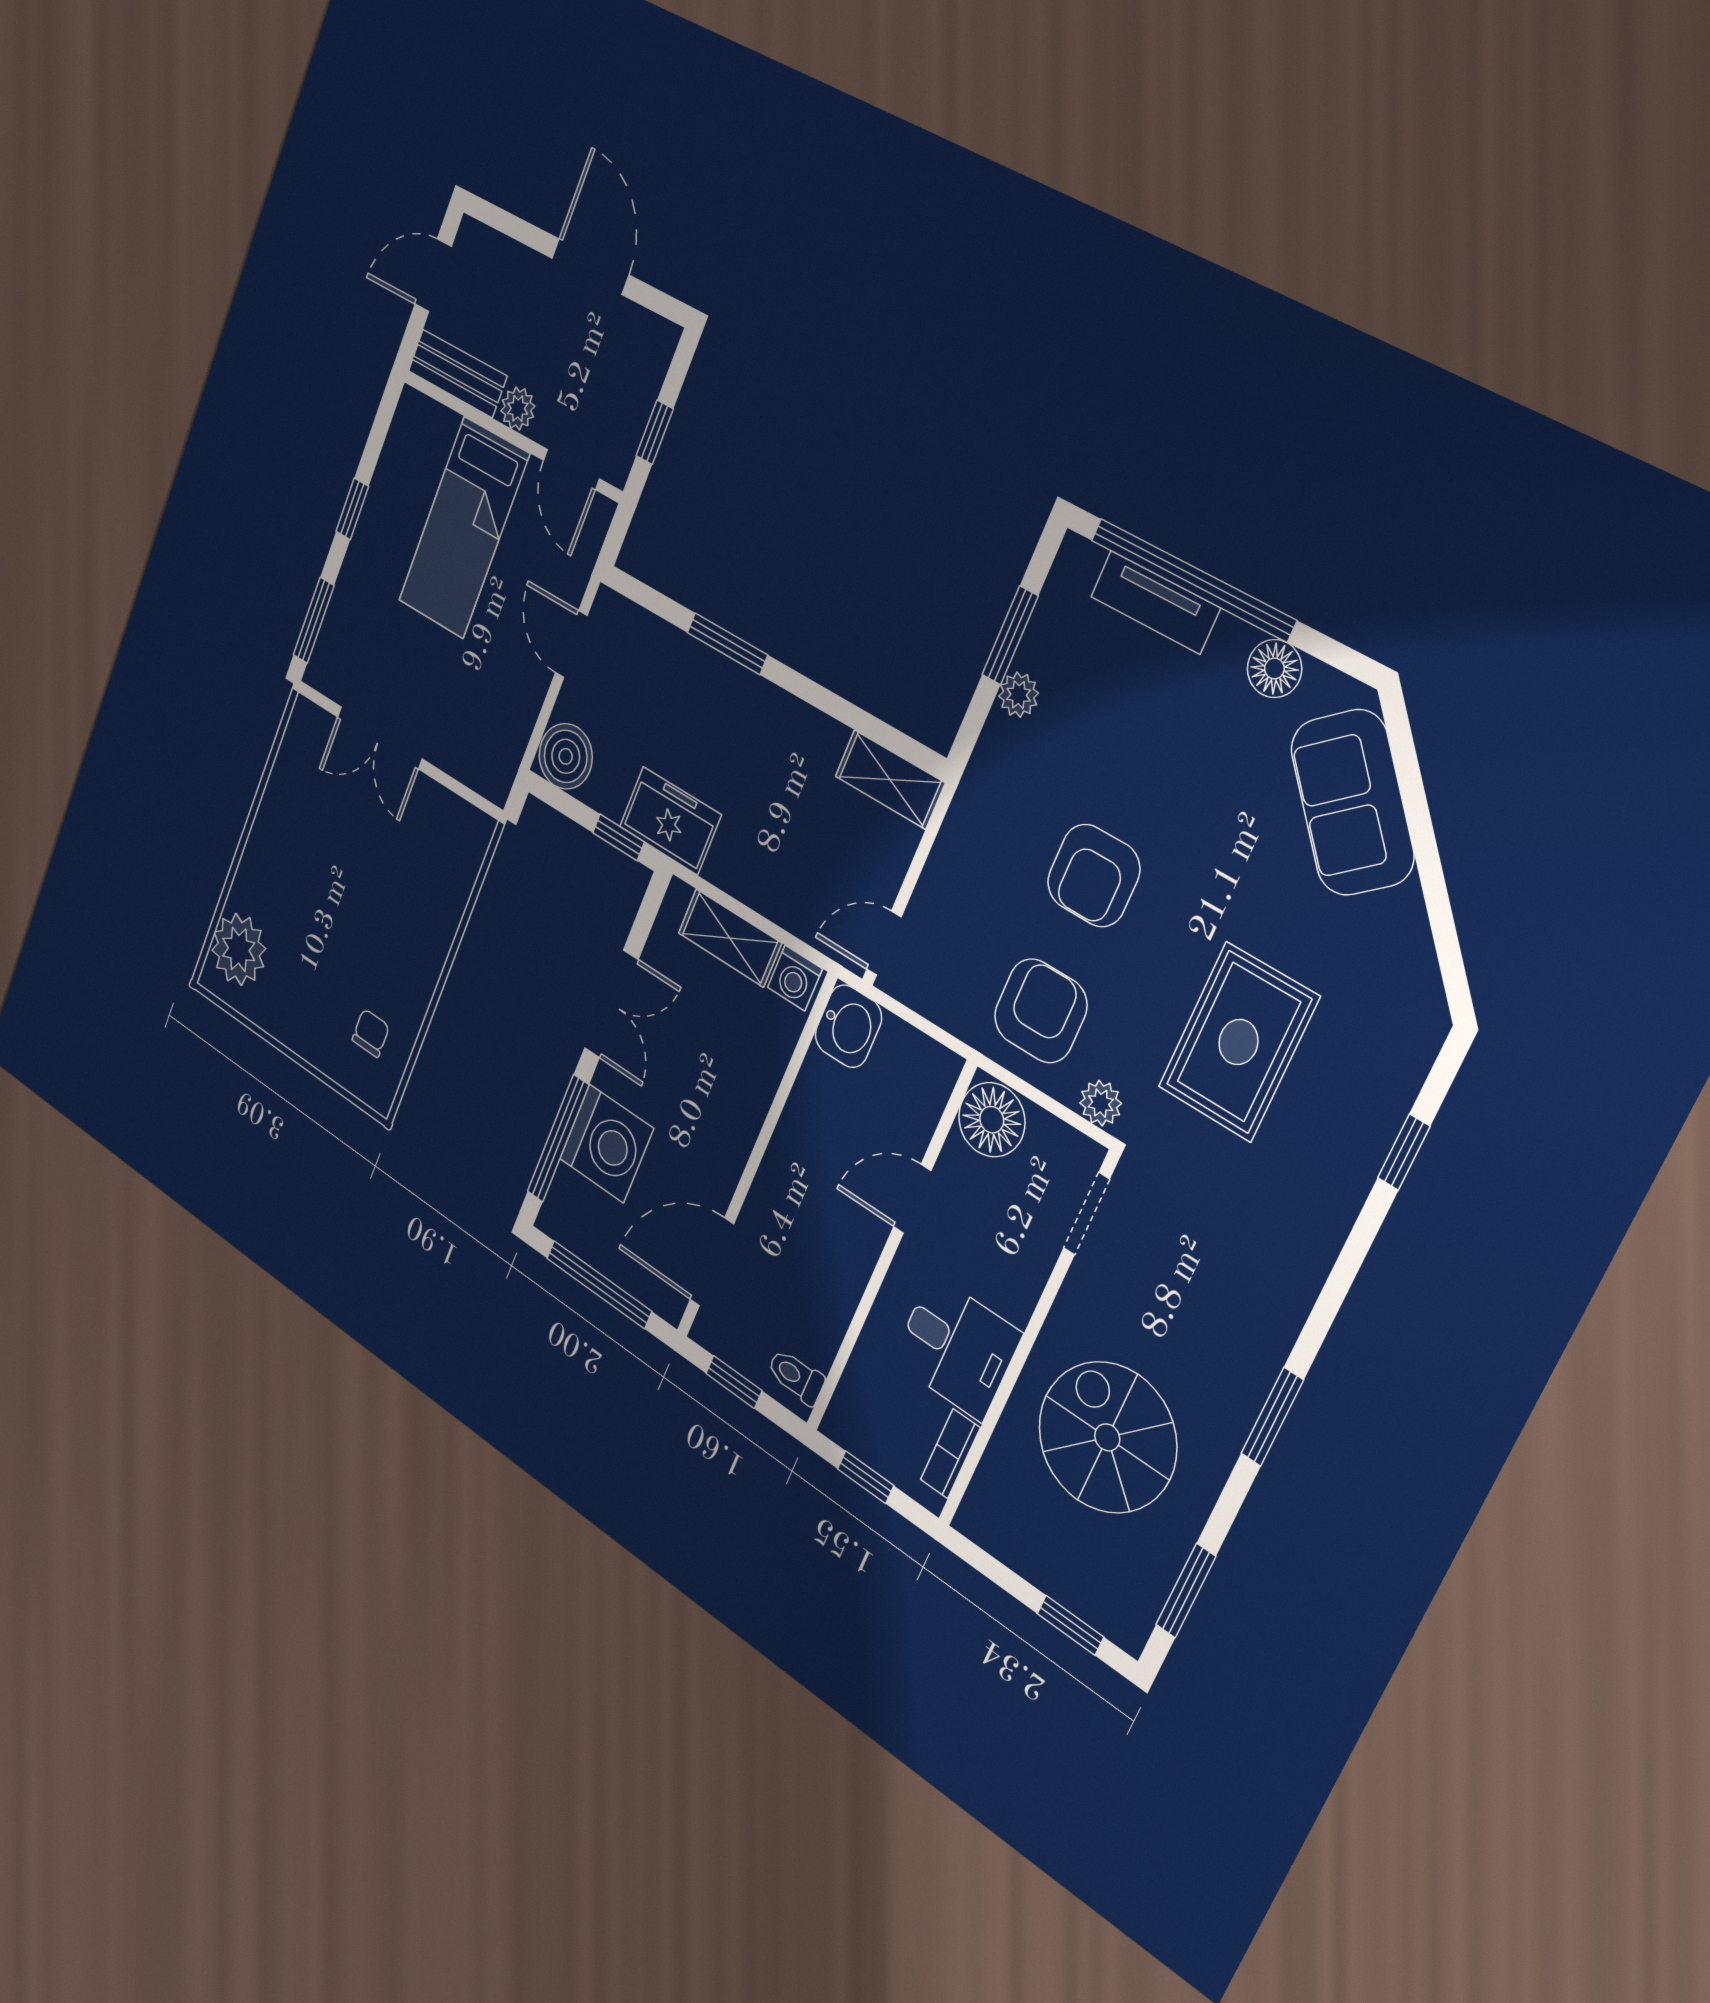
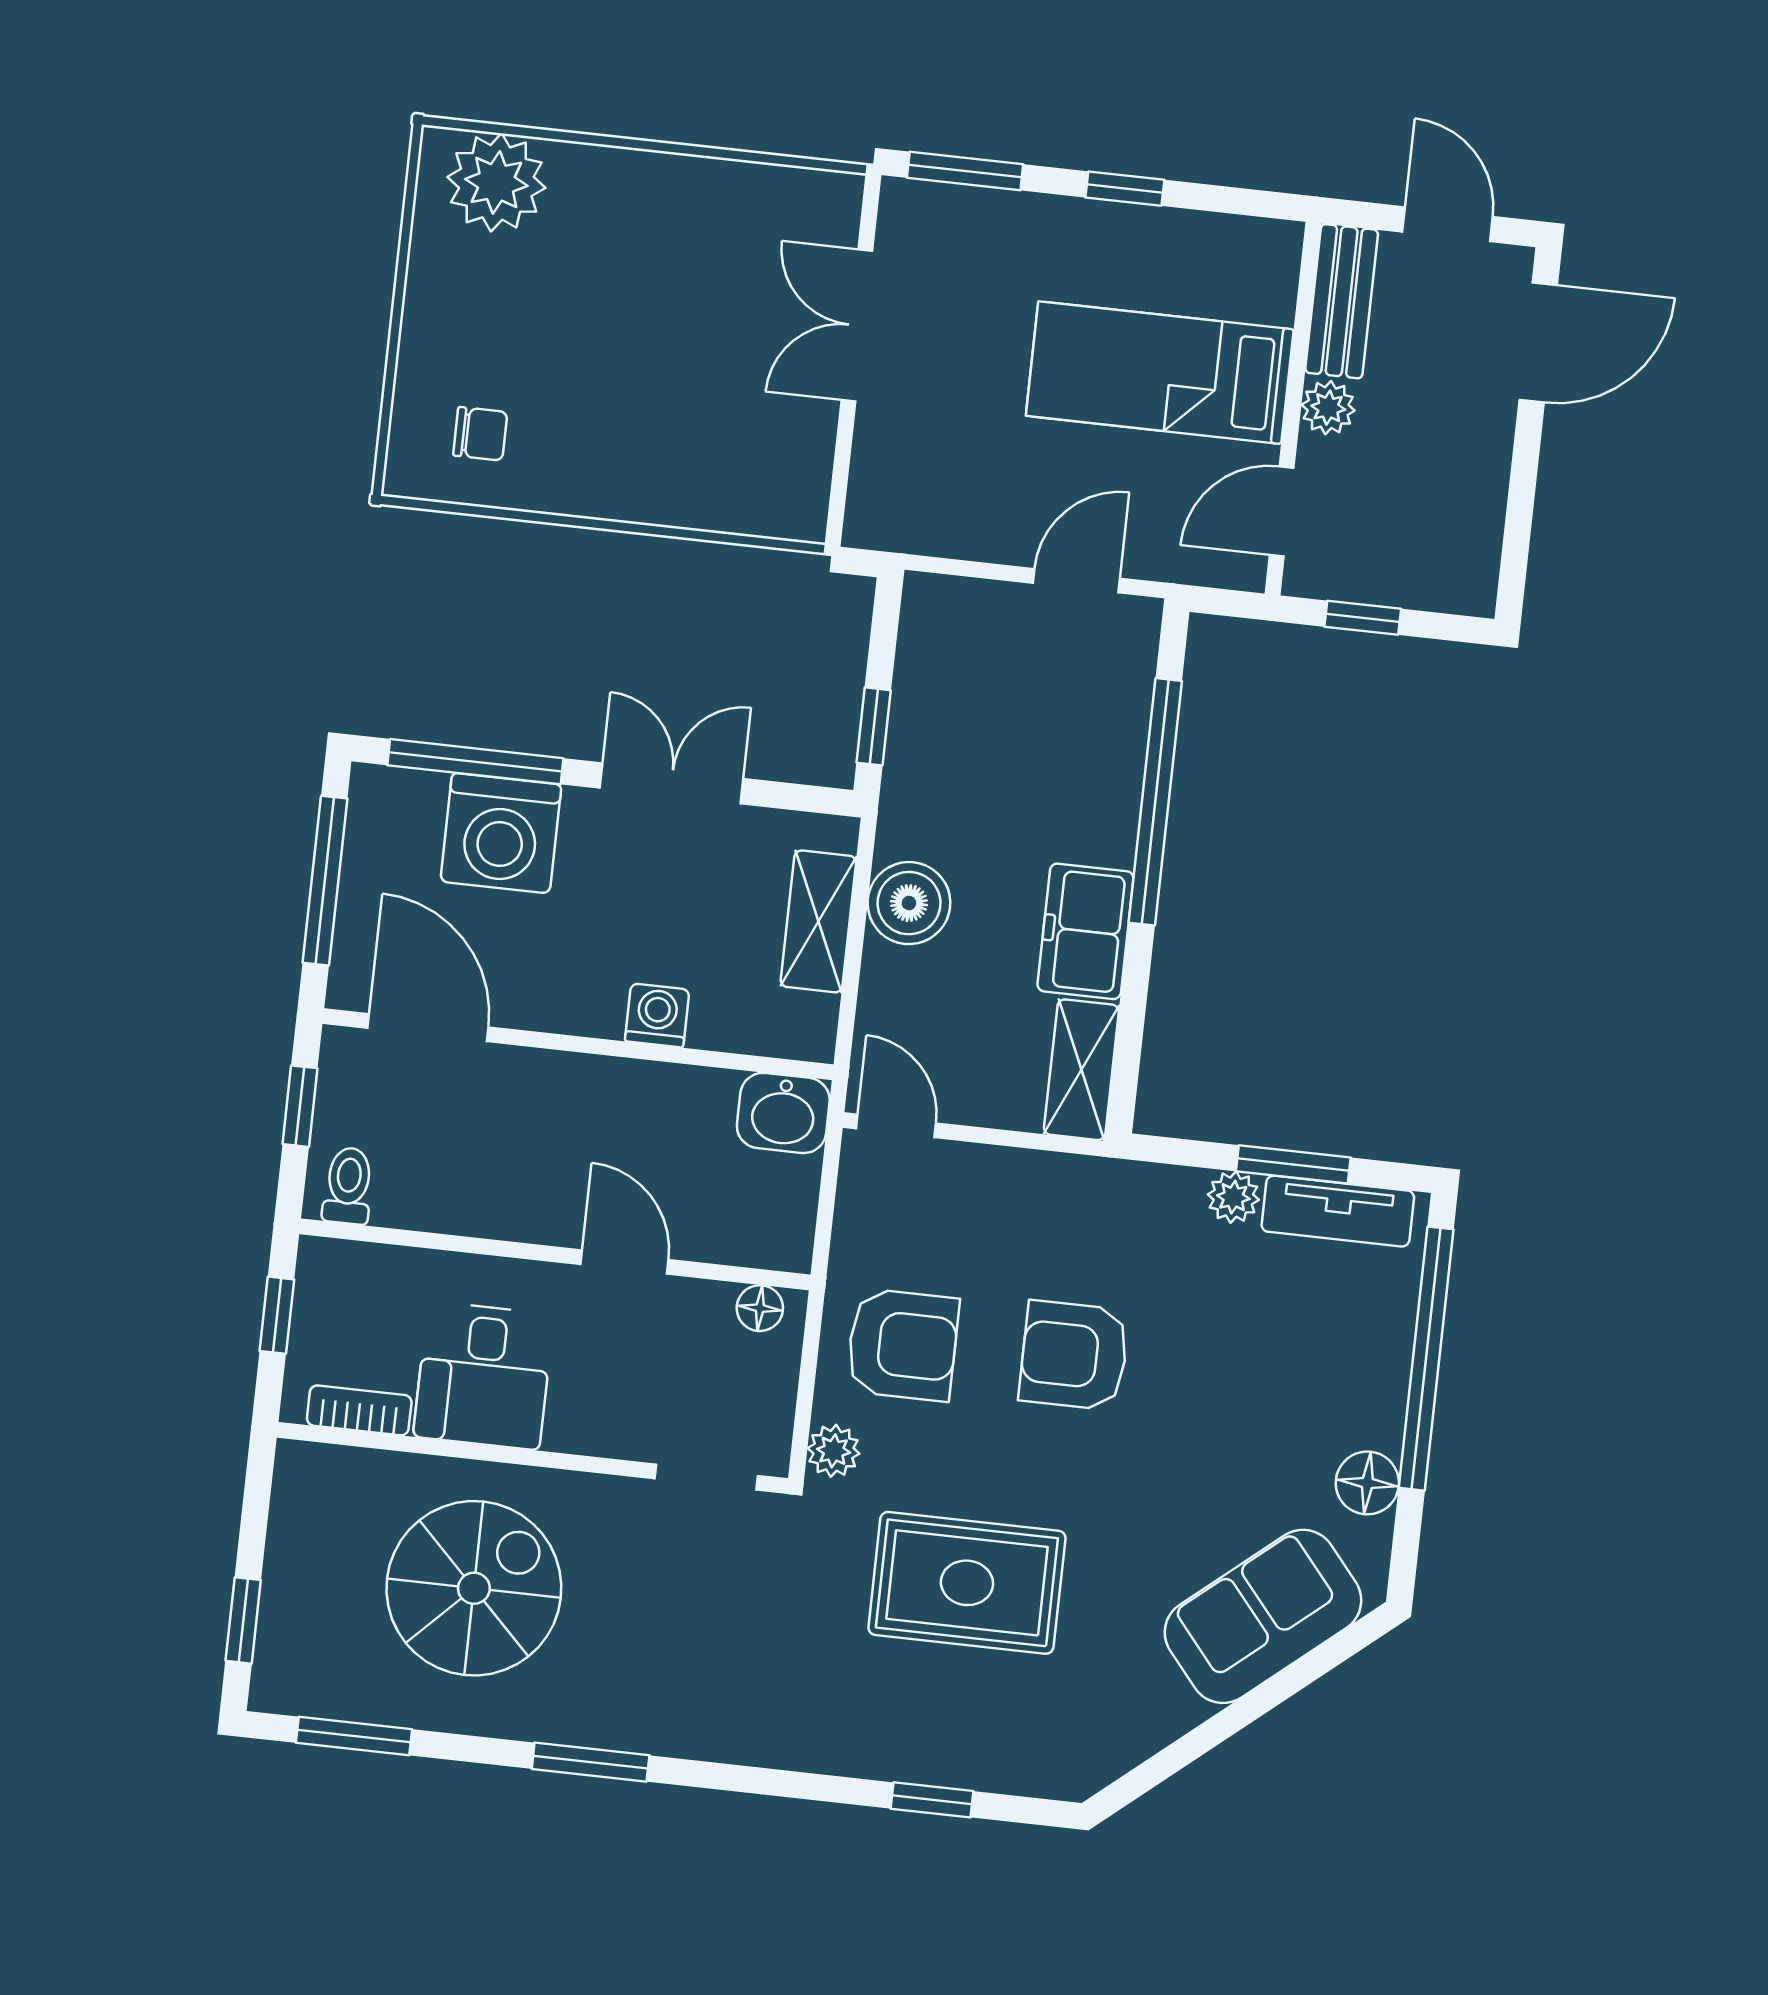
door: (590, 267) -> (1538, 342), moved
tv unit: (1155, 602) -> (1338, 1211), moved, turned -90
window: (727, 644) -> (1155, 802), width x2.11
boiler: (566, 756) -> (909, 903), moved
freezer: (670, 821) -> (1085, 931), moved, turned 180
washing machine: (795, 978) -> (657, 1015), moved, turned 90
double door: (611, 1004) -> (672, 783), swing flipped
floor lamp: (992, 1120) -> (760, 1308), width x0.53, depth x0.53

